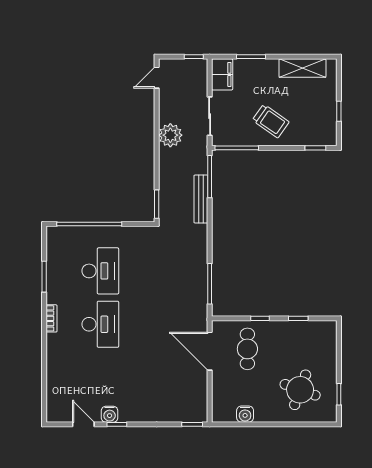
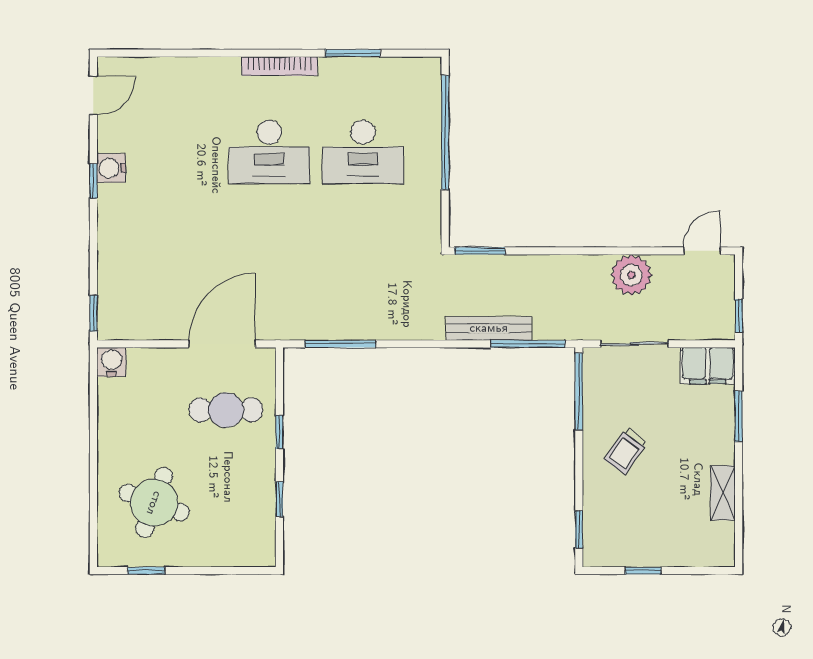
shelving: (302, 68) -> (723, 493), width x0.67, depth x0.75
door: (157, 78) -> (702, 251), hinge flipped
trolley: (271, 121) -> (626, 451), width x0.73, depth x0.72
plant: (170, 135) -> (631, 275), moved
bookcase: (51, 318) -> (279, 66), width x1.56
water cooler: (245, 414) -> (112, 362), moved, turned 90
door: (83, 424) -> (93, 95), moved

